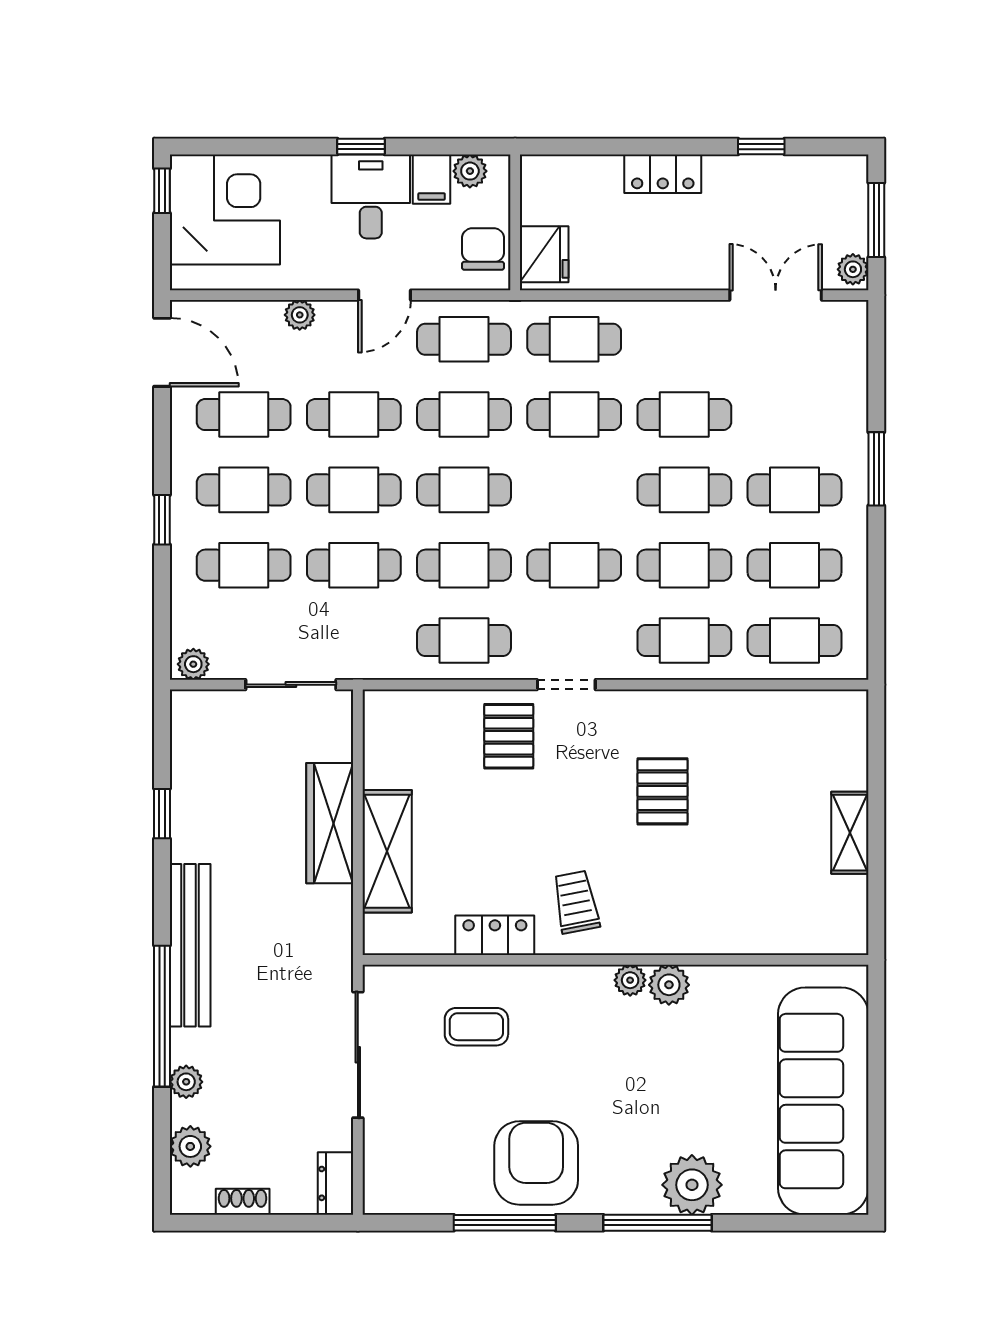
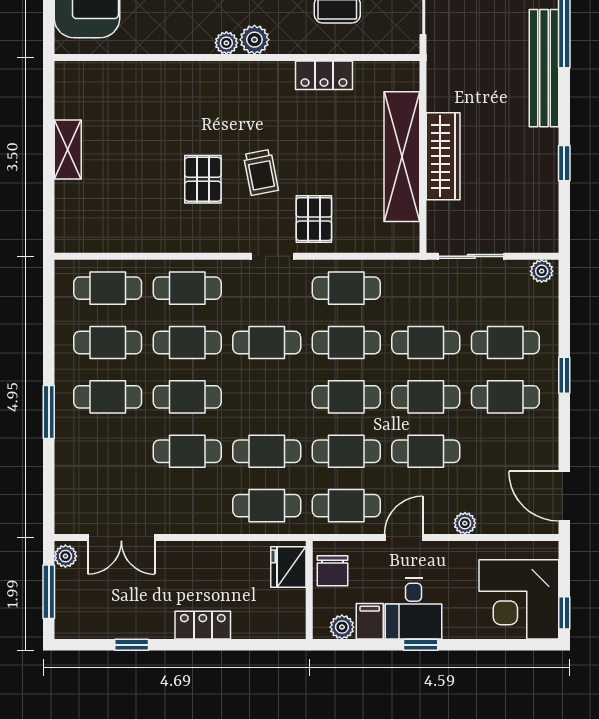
cafe table: (244, 415) -> (505, 451), removed
shelving: (387, 851) -> (402, 157), width x1.47
trolley: (576, 902) -> (261, 172), moved
plant: (669, 985) -> (254, 40), moved

